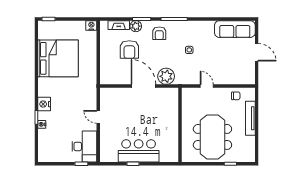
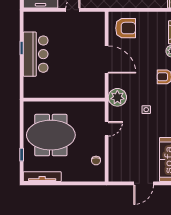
armchair: (129, 50) -> (126, 28), moved, turned 180
plant: (166, 76) -> (117, 97), moved
door: (143, 86) -> (107, 59), hinge flipped
tv unit: (250, 118) -> (42, 177), moved

